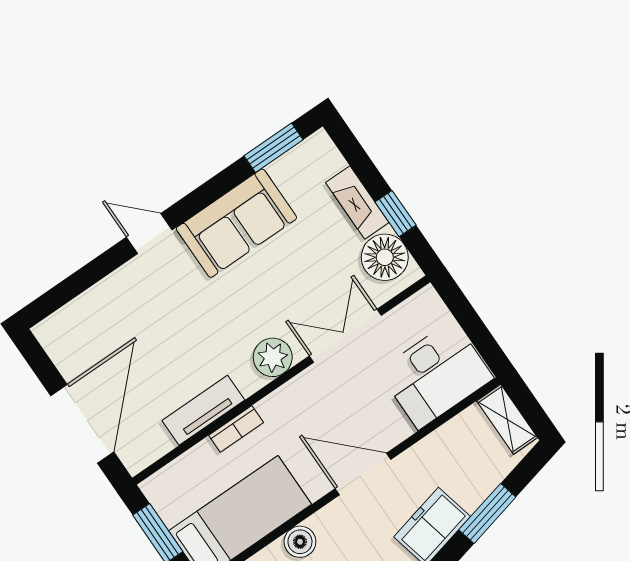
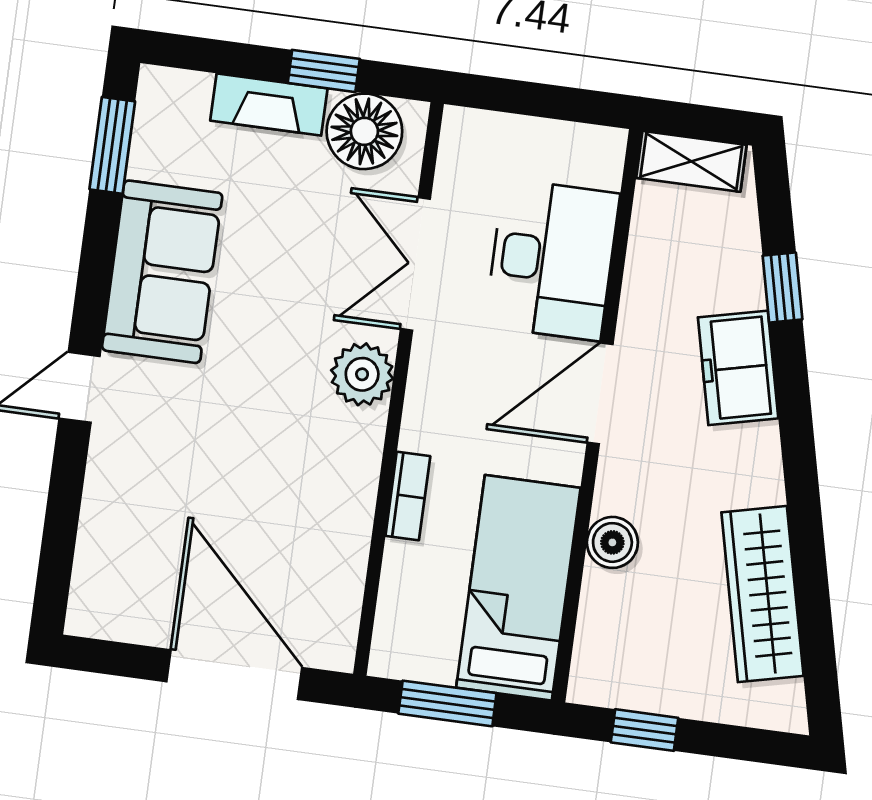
desk: (436, 375) -> (552, 260), moved
tv unit: (203, 410) -> (350, 515), removed
window: (487, 513) -> (782, 288), width x0.67

